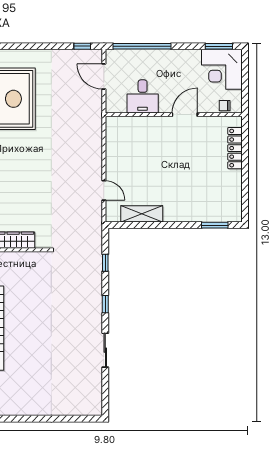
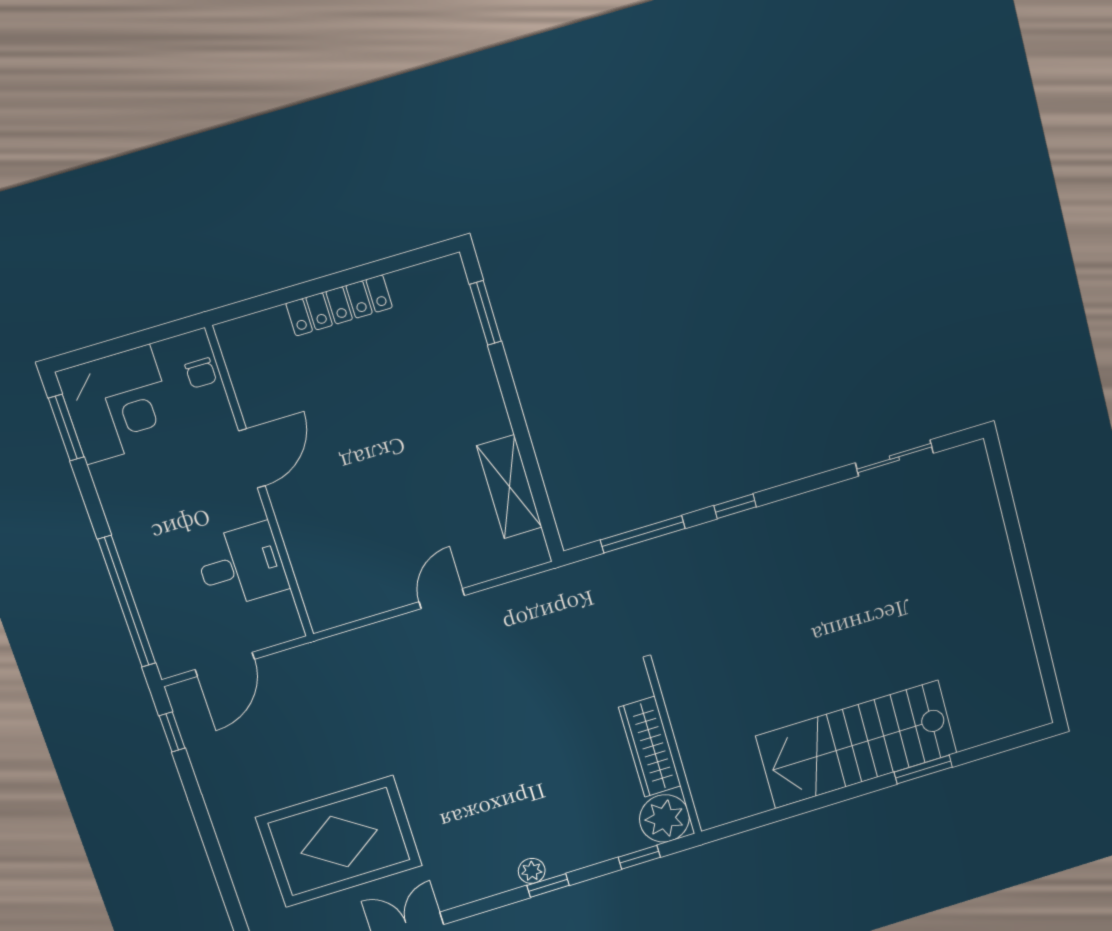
door: (185, 115) -> (252, 458), swing flipped
locker: (235, 148) -> (339, 305), moved
door: (104, 190) -> (442, 599), moved
window: (105, 263) -> (643, 534), width x2.17
sliding door: (105, 350) -> (894, 458), moved

